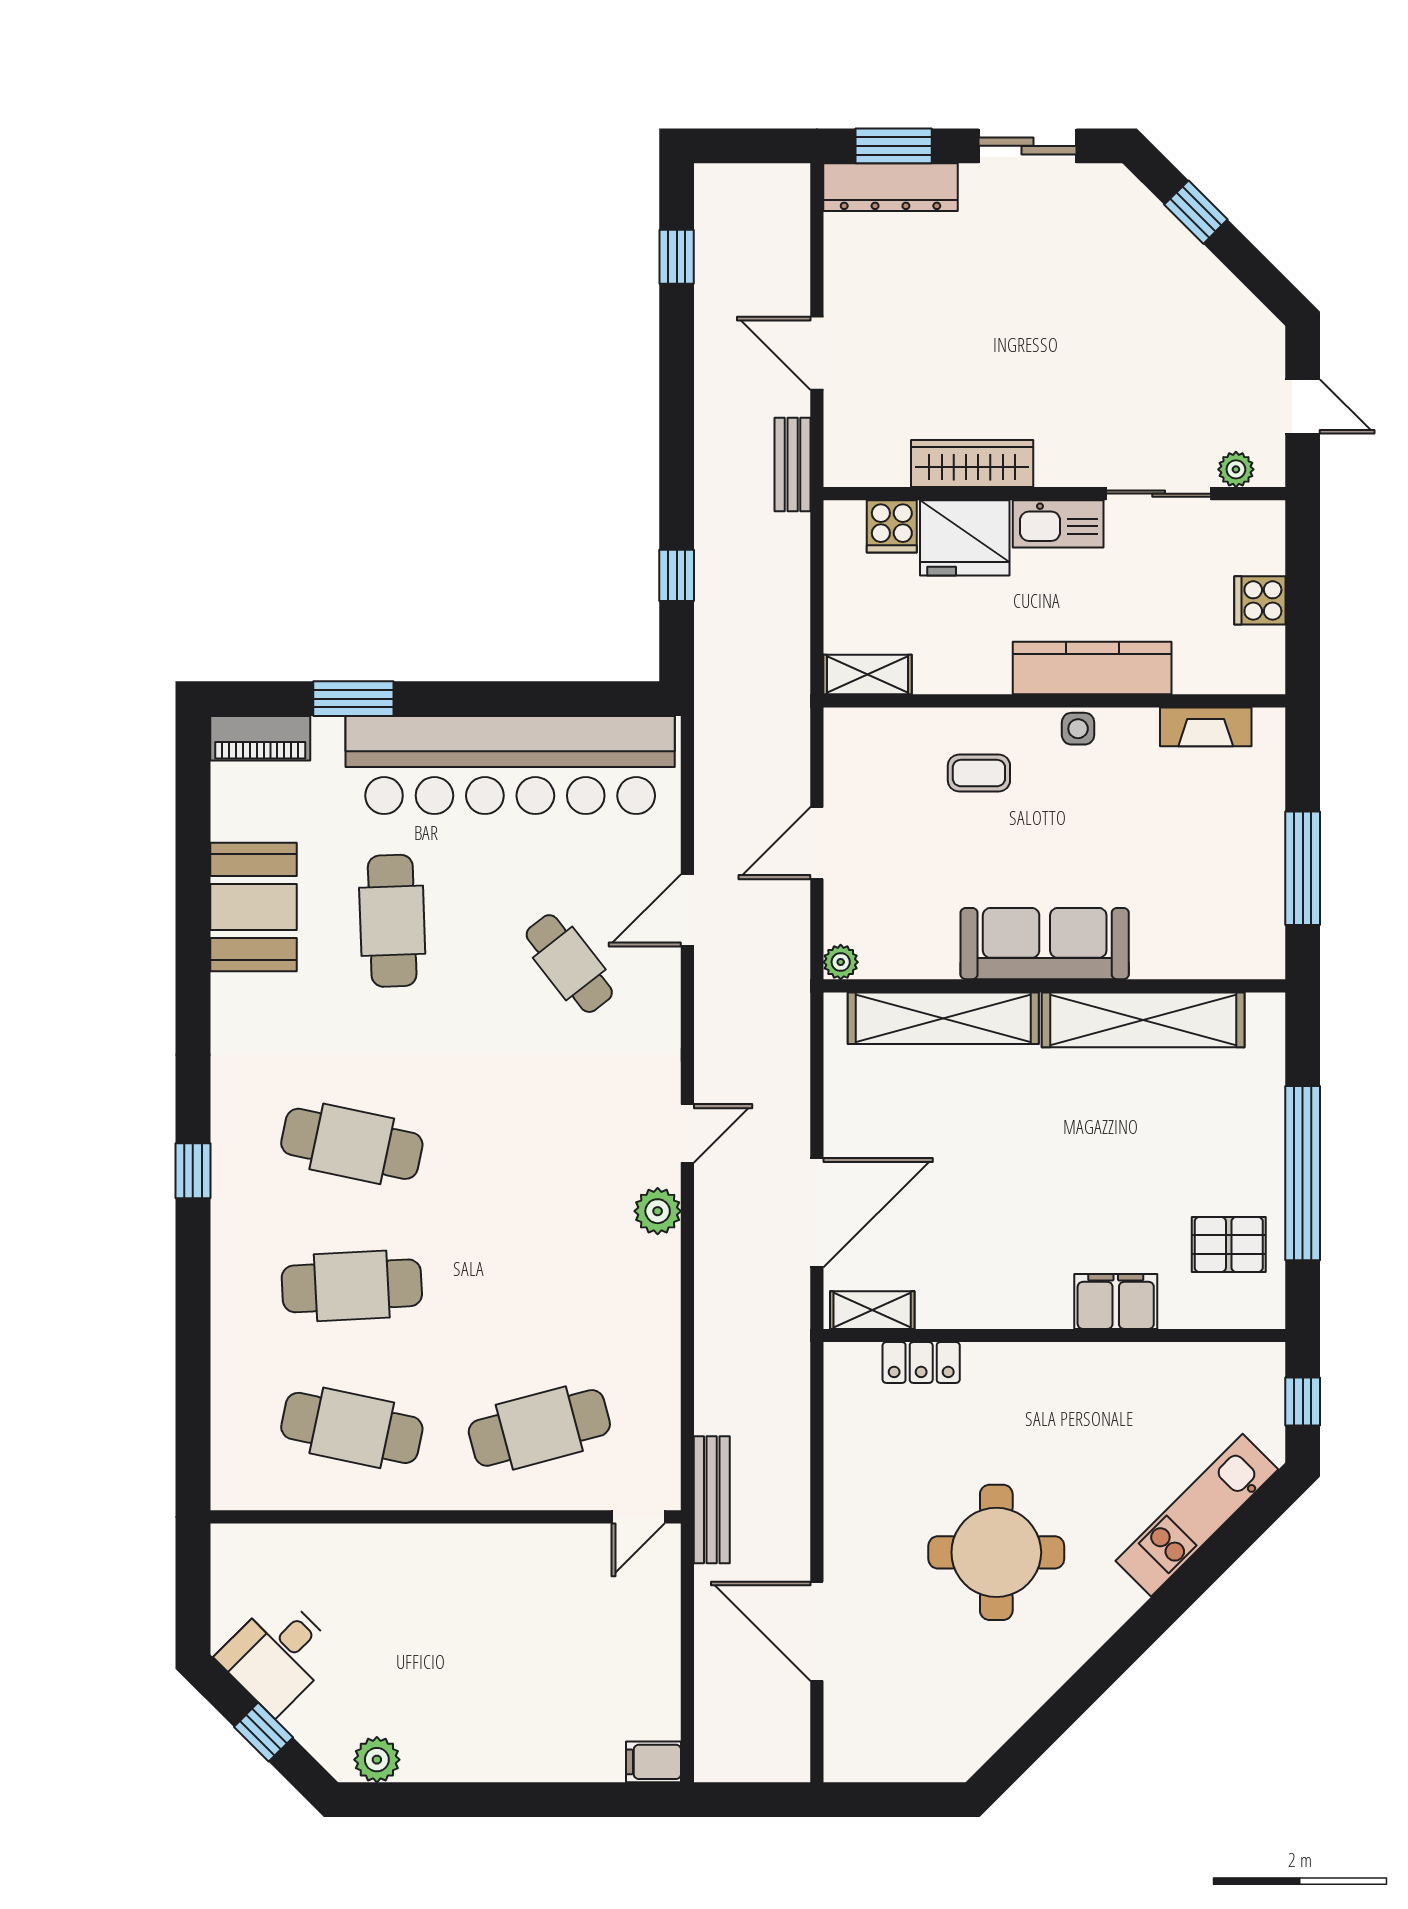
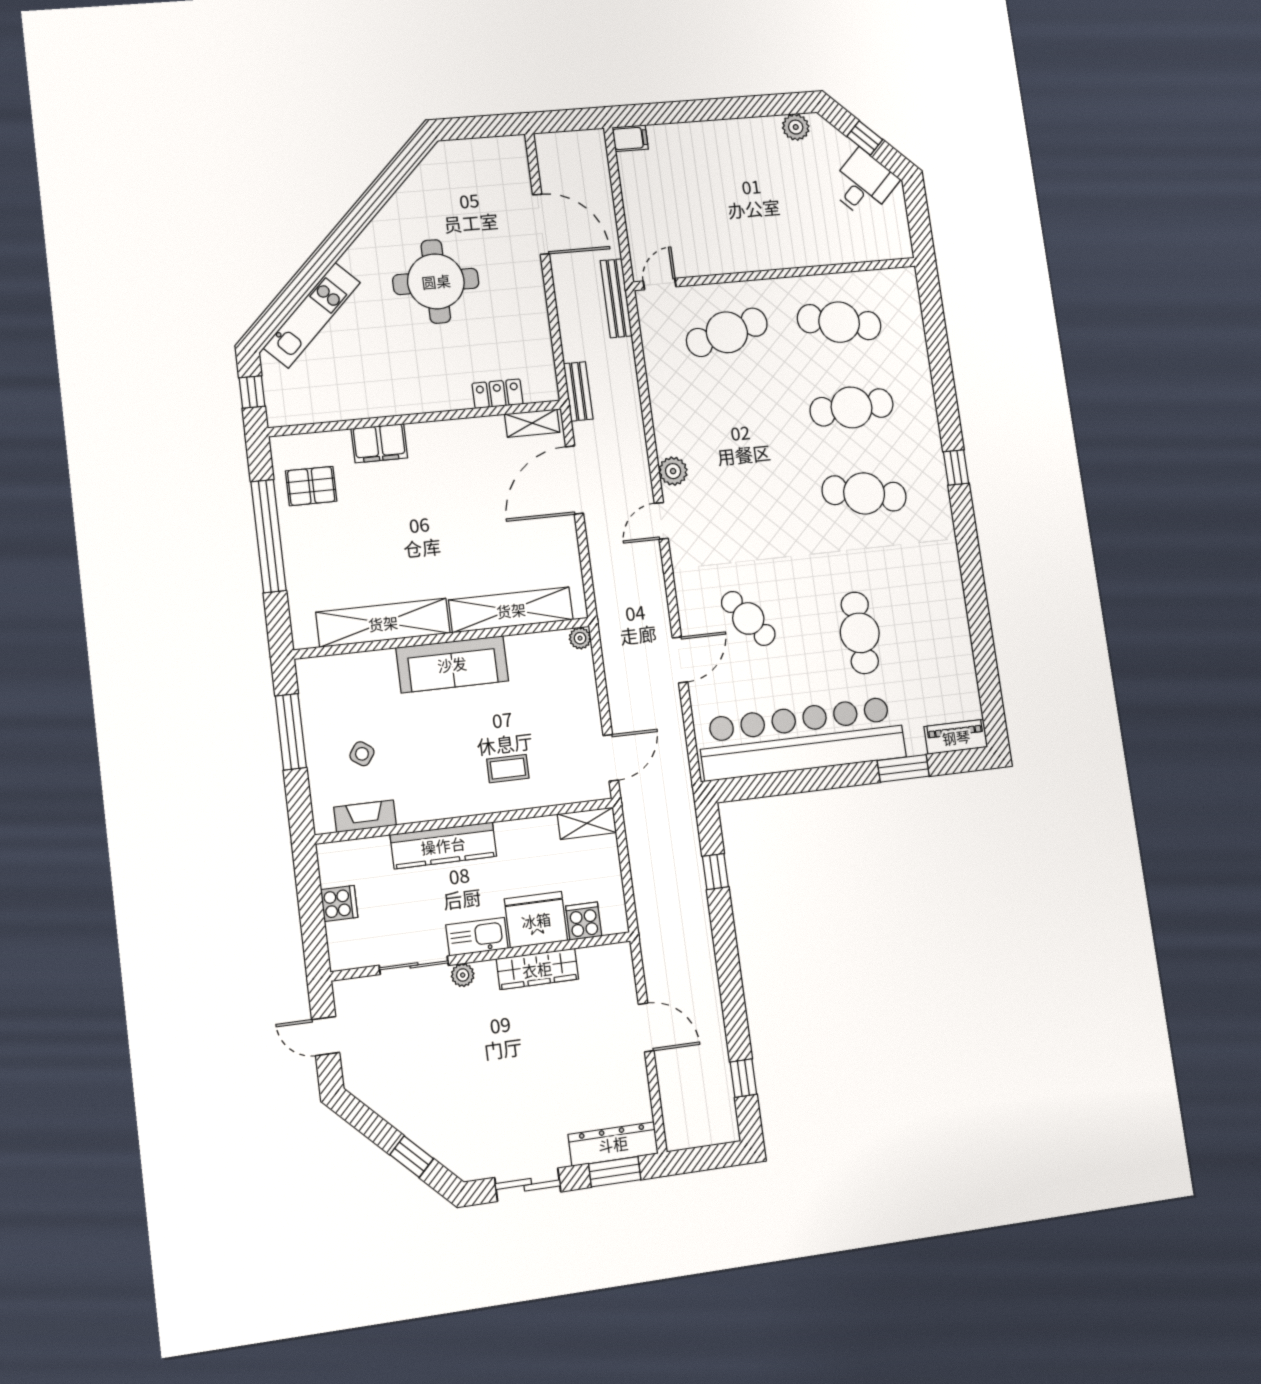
bench: (793, 464) -> (578, 391), moved
plant: (1236, 469) -> (463, 975), moved
side table: (1078, 729) -> (362, 754), moved, turned 35
door: (817, 843) -> (611, 758), moved
booth: (253, 907) -> (944, 632), removed

